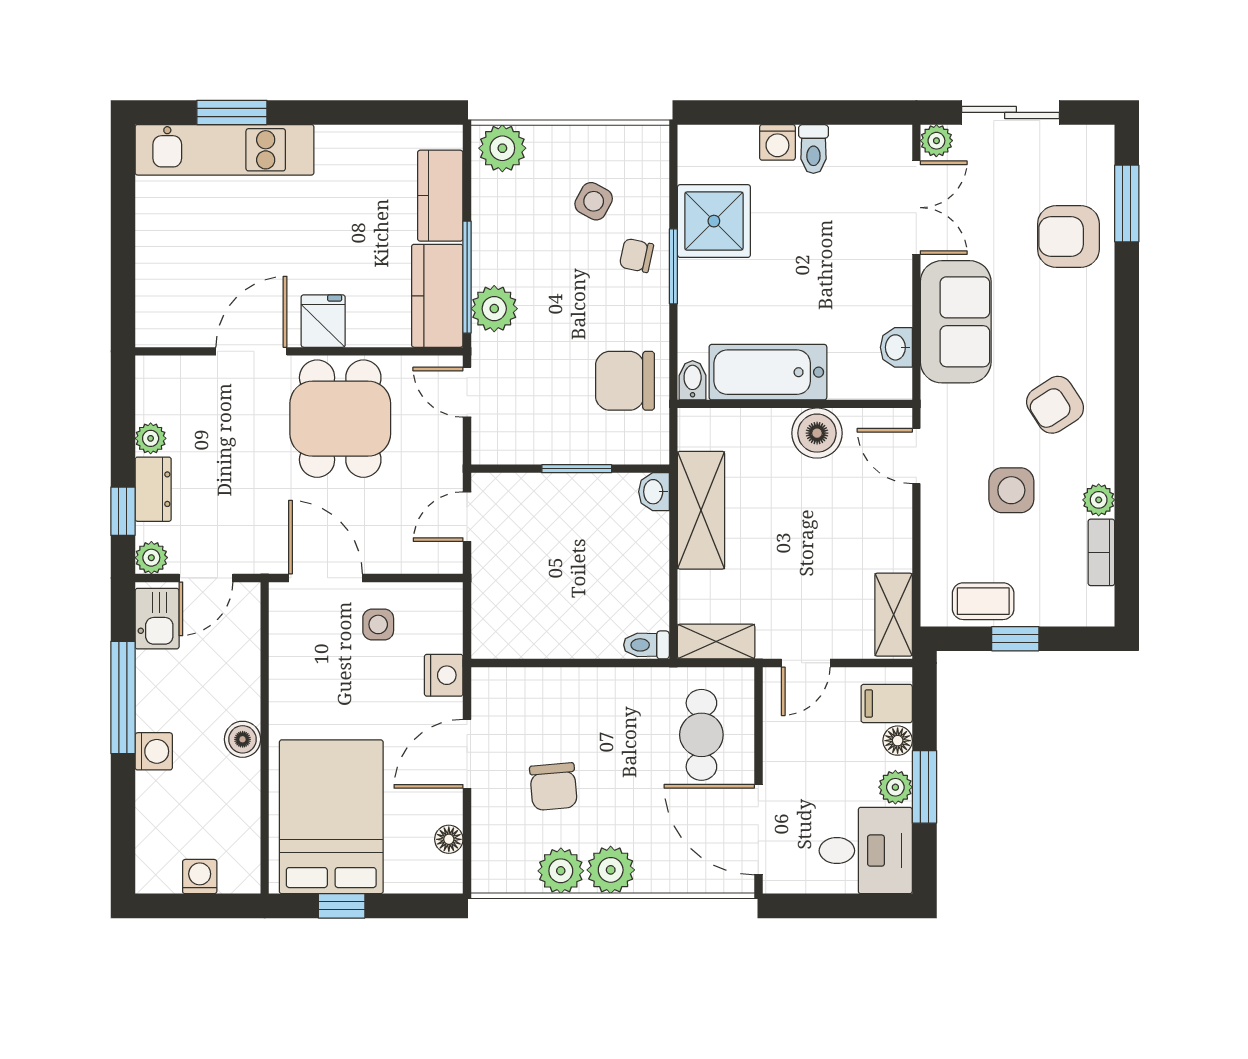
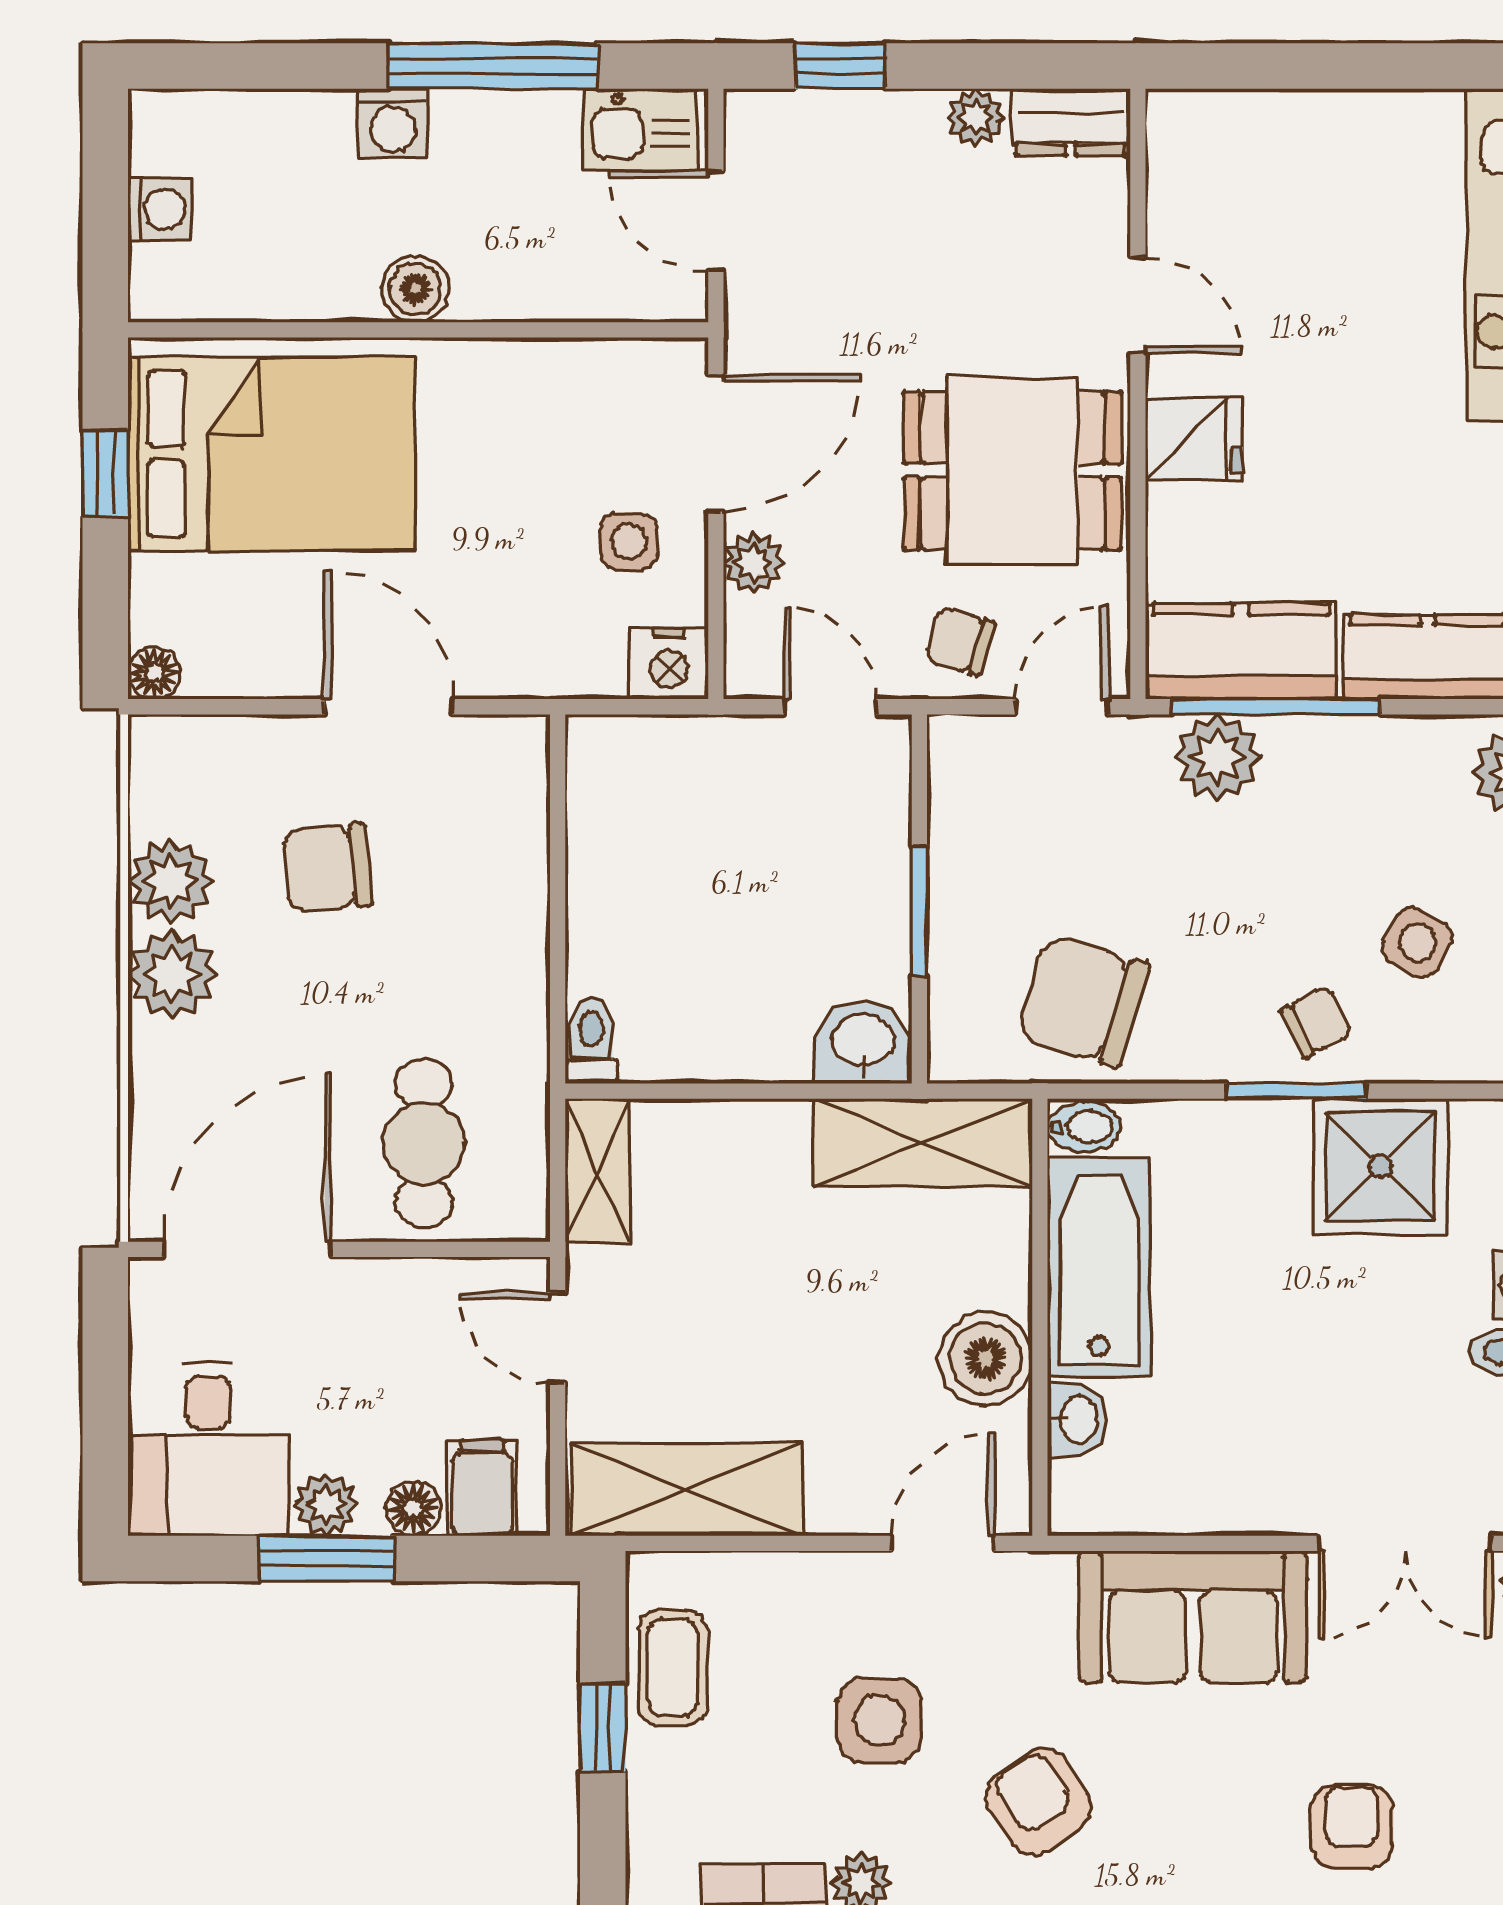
armchair: (1068, 236) -> (1352, 1827), width x0.72, depth x0.72
chair: (636, 255) -> (1316, 1022), turned 51
washbasin: (896, 347) -> (1077, 1419), moved, turned 90
door: (251, 351) -> (1138, 305), width x0.73
chair: (625, 381) -> (1083, 1001), turned -73
chair: (432, 447) -> (960, 641), added
dresser: (153, 489) -> (1071, 122), moved
washbasin: (654, 492) -> (863, 1042), width x1.38, depth x1.45
shelving: (701, 510) -> (923, 1142), moved
plant: (151, 558) -> (754, 563), moved
shelving: (894, 615) -> (686, 1489), width x1.50, depth x1.33
nightstand: (444, 675) -> (669, 663), moved
cafe table: (701, 735) -> (424, 1143), turned 90
floor lamp: (449, 839) -> (154, 673), moved

